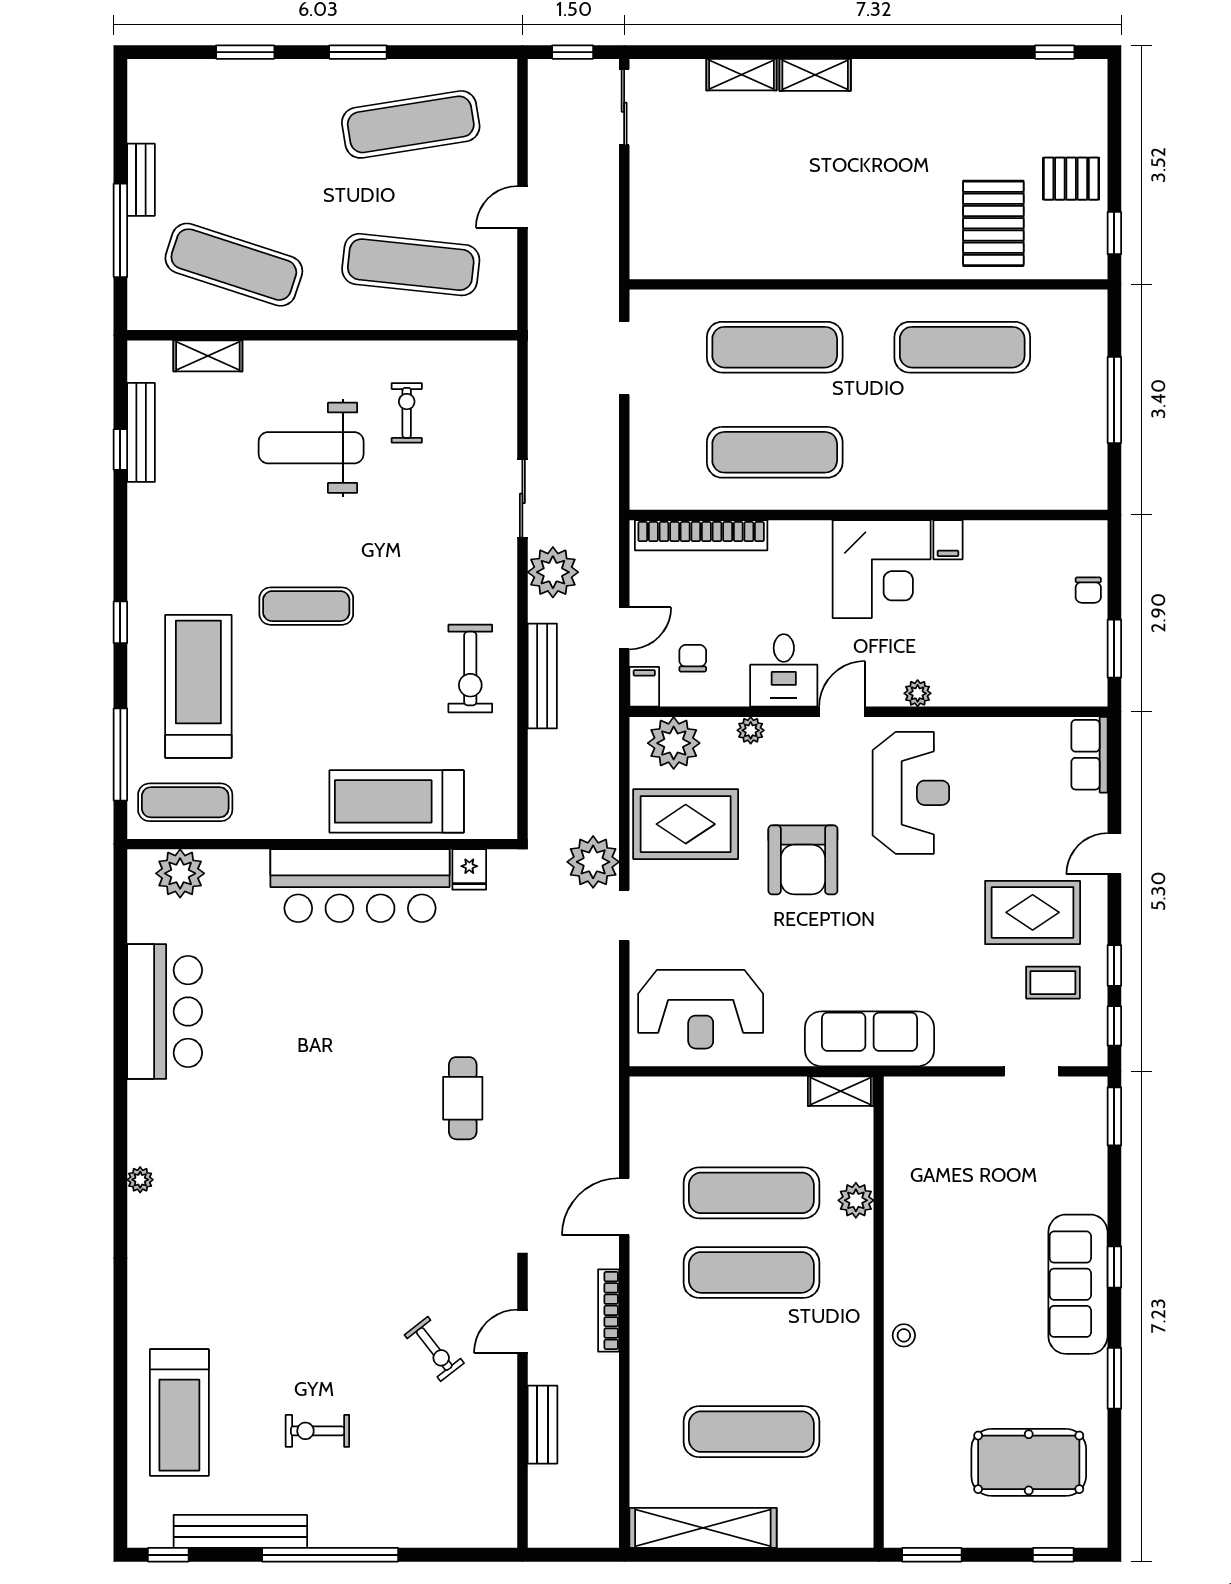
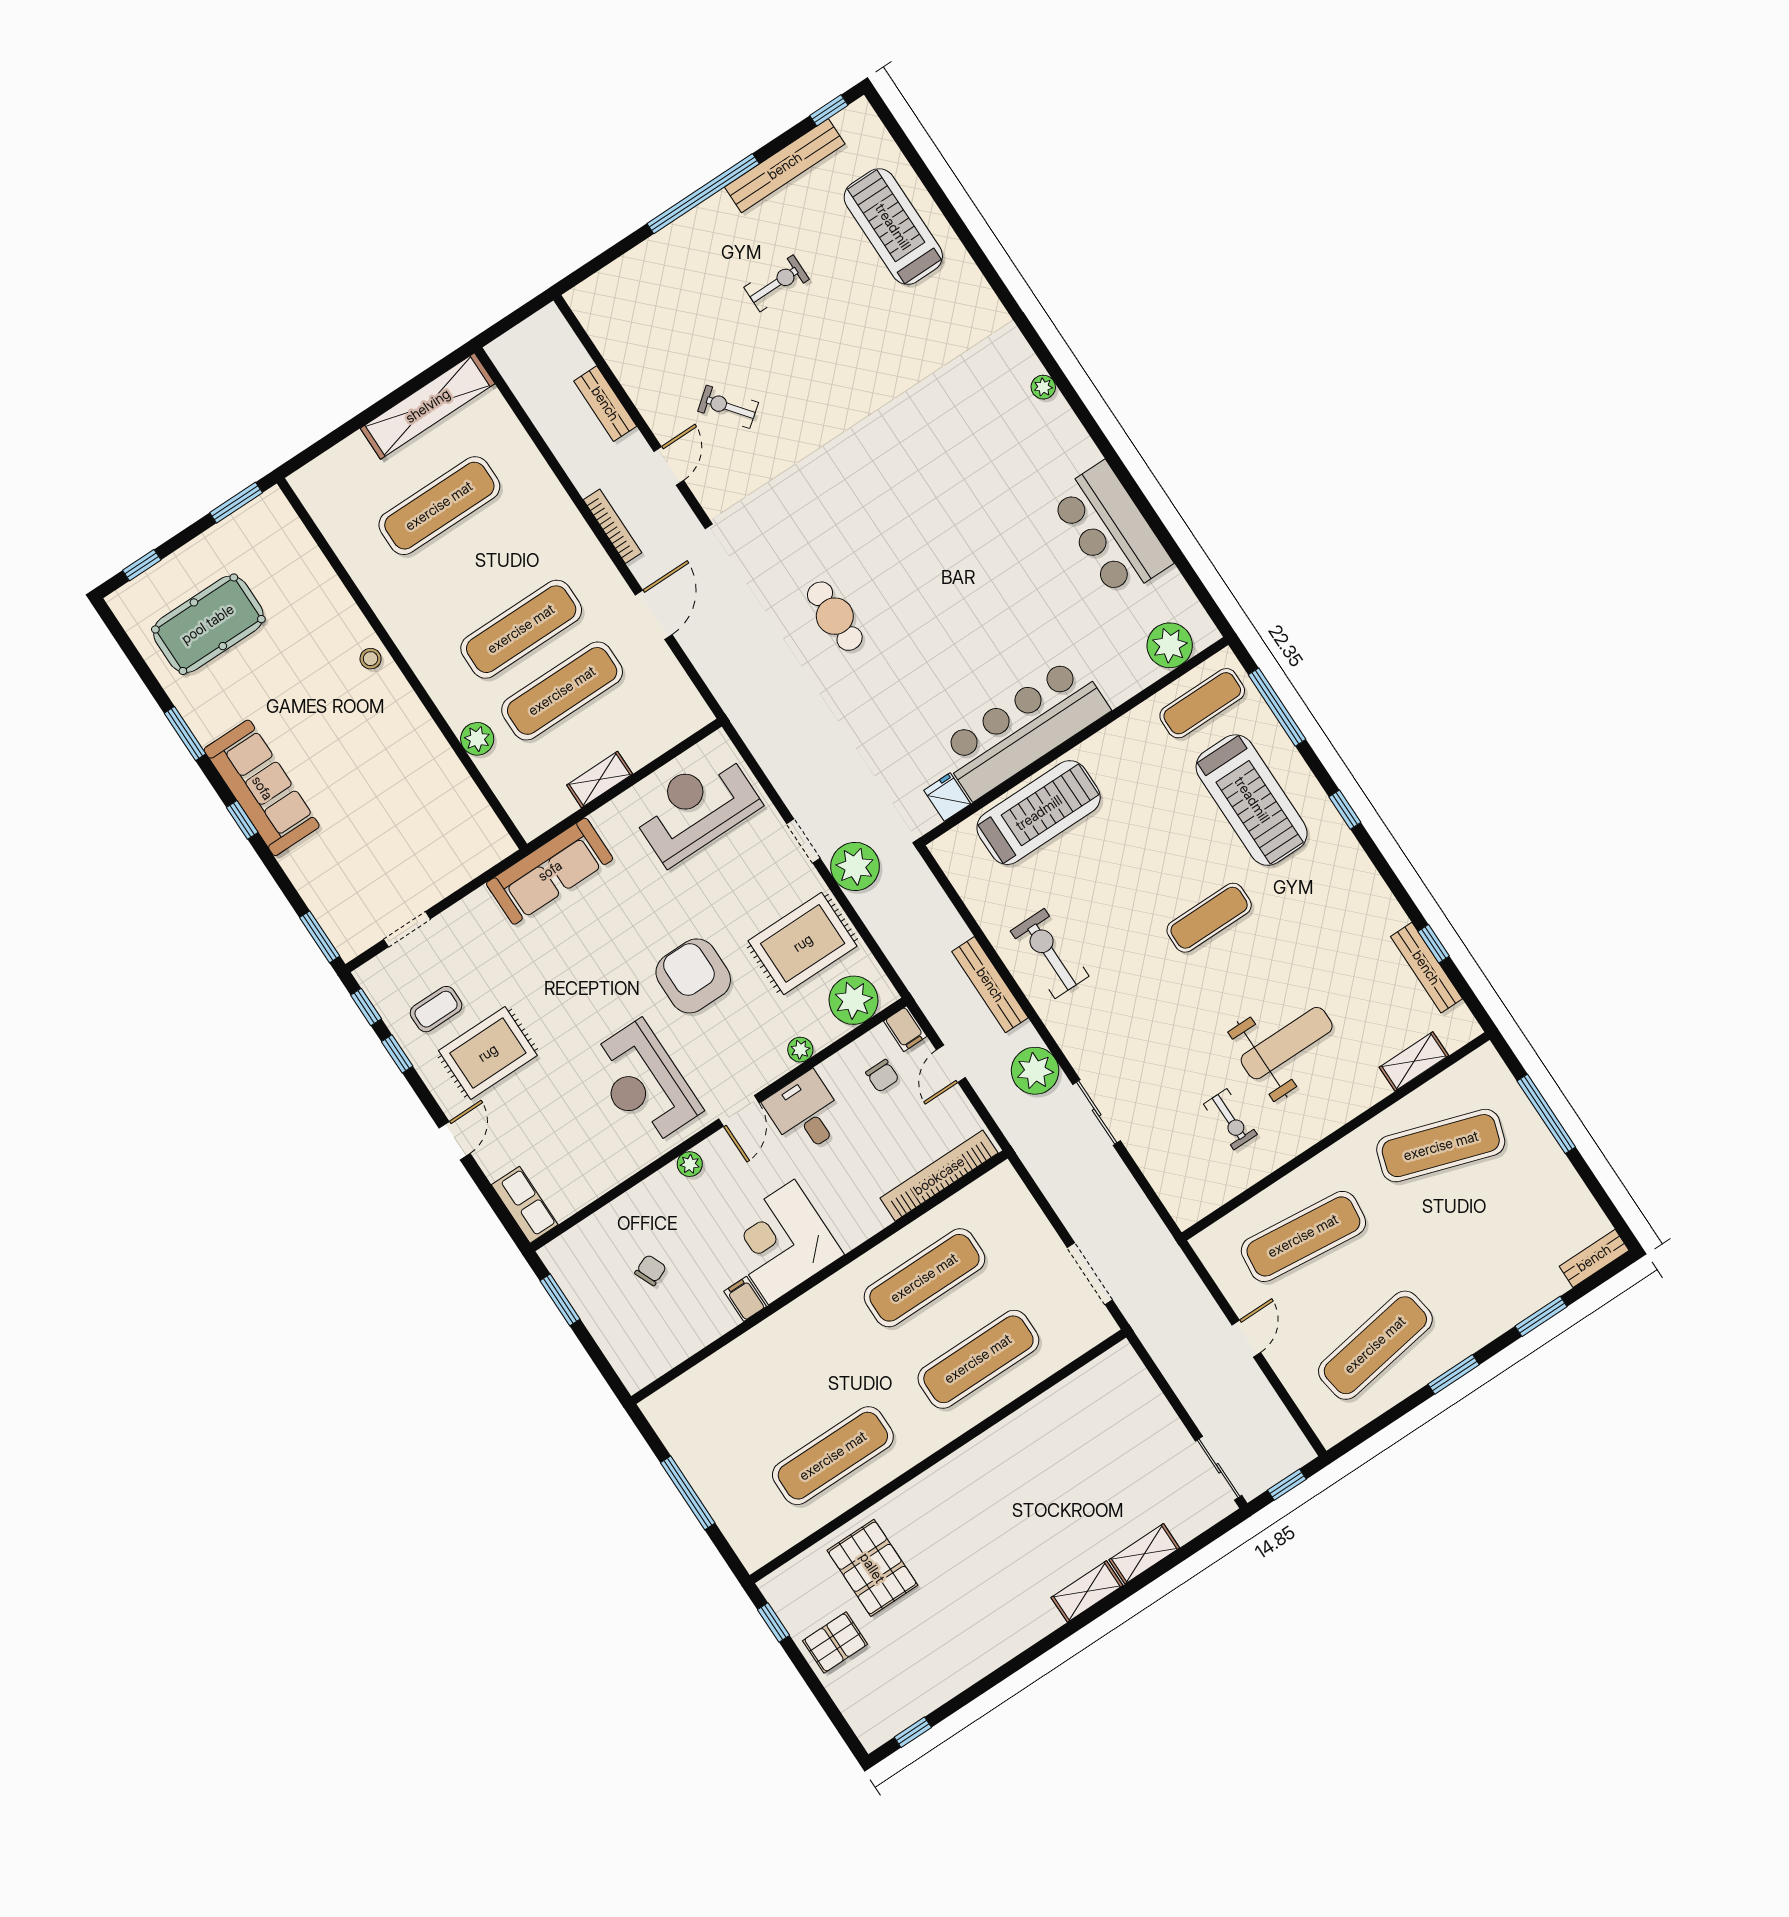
bench: (141, 180) -> (1594, 1258), moved, turned 90
chair: (1088, 590) -> (651, 1270), moved, turned 67
shelving: (841, 1091) -> (600, 780), moved

